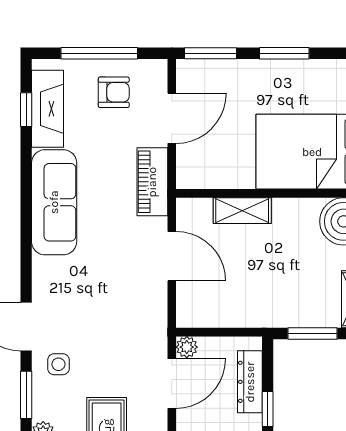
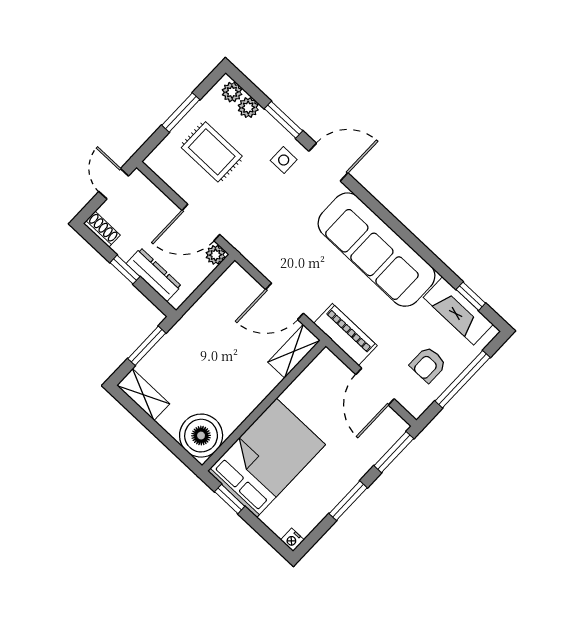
sofa: (54, 202) -> (376, 250), width x1.36, depth x1.27
shelving: (242, 211) -> (294, 351), moved
door: (172, 384) -> (201, 222), hinge flipped

